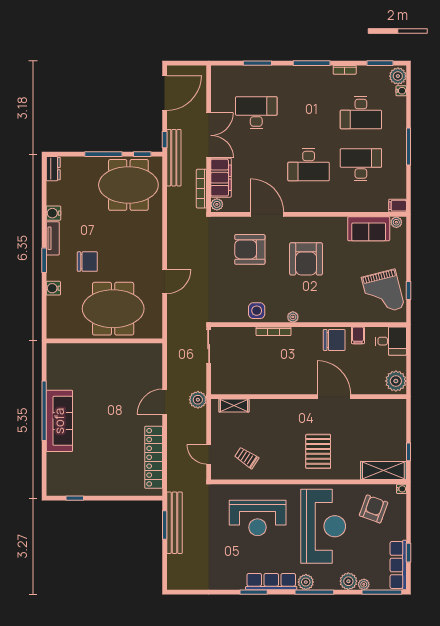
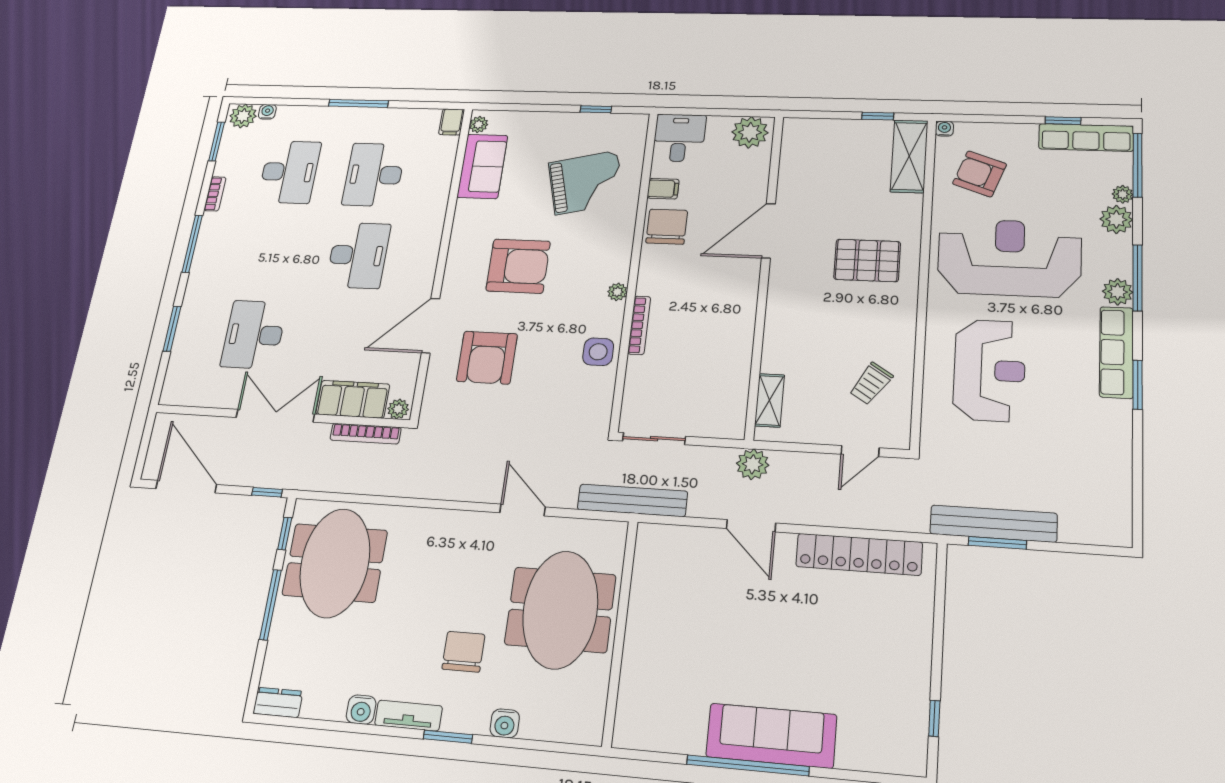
bench: (174, 158) -> (632, 500), moved
grand piano: (383, 292) -> (586, 183), moved

